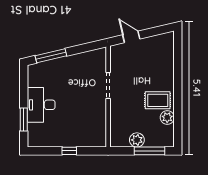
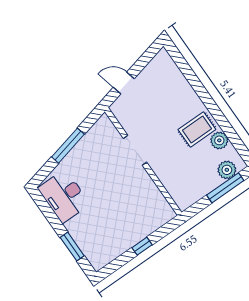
window: (51, 56) -> (68, 146), moved
desk: (41, 105) -> (64, 196), moved
plant: (137, 140) -> (227, 170), moved

